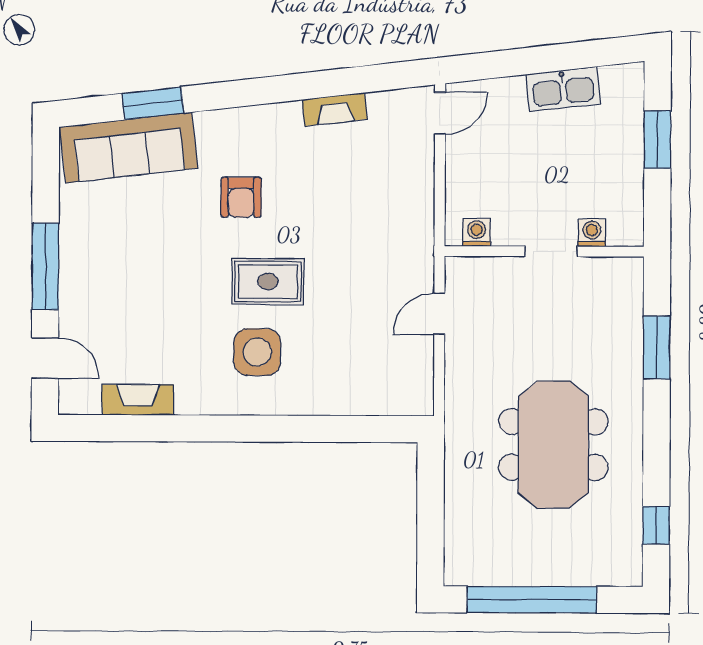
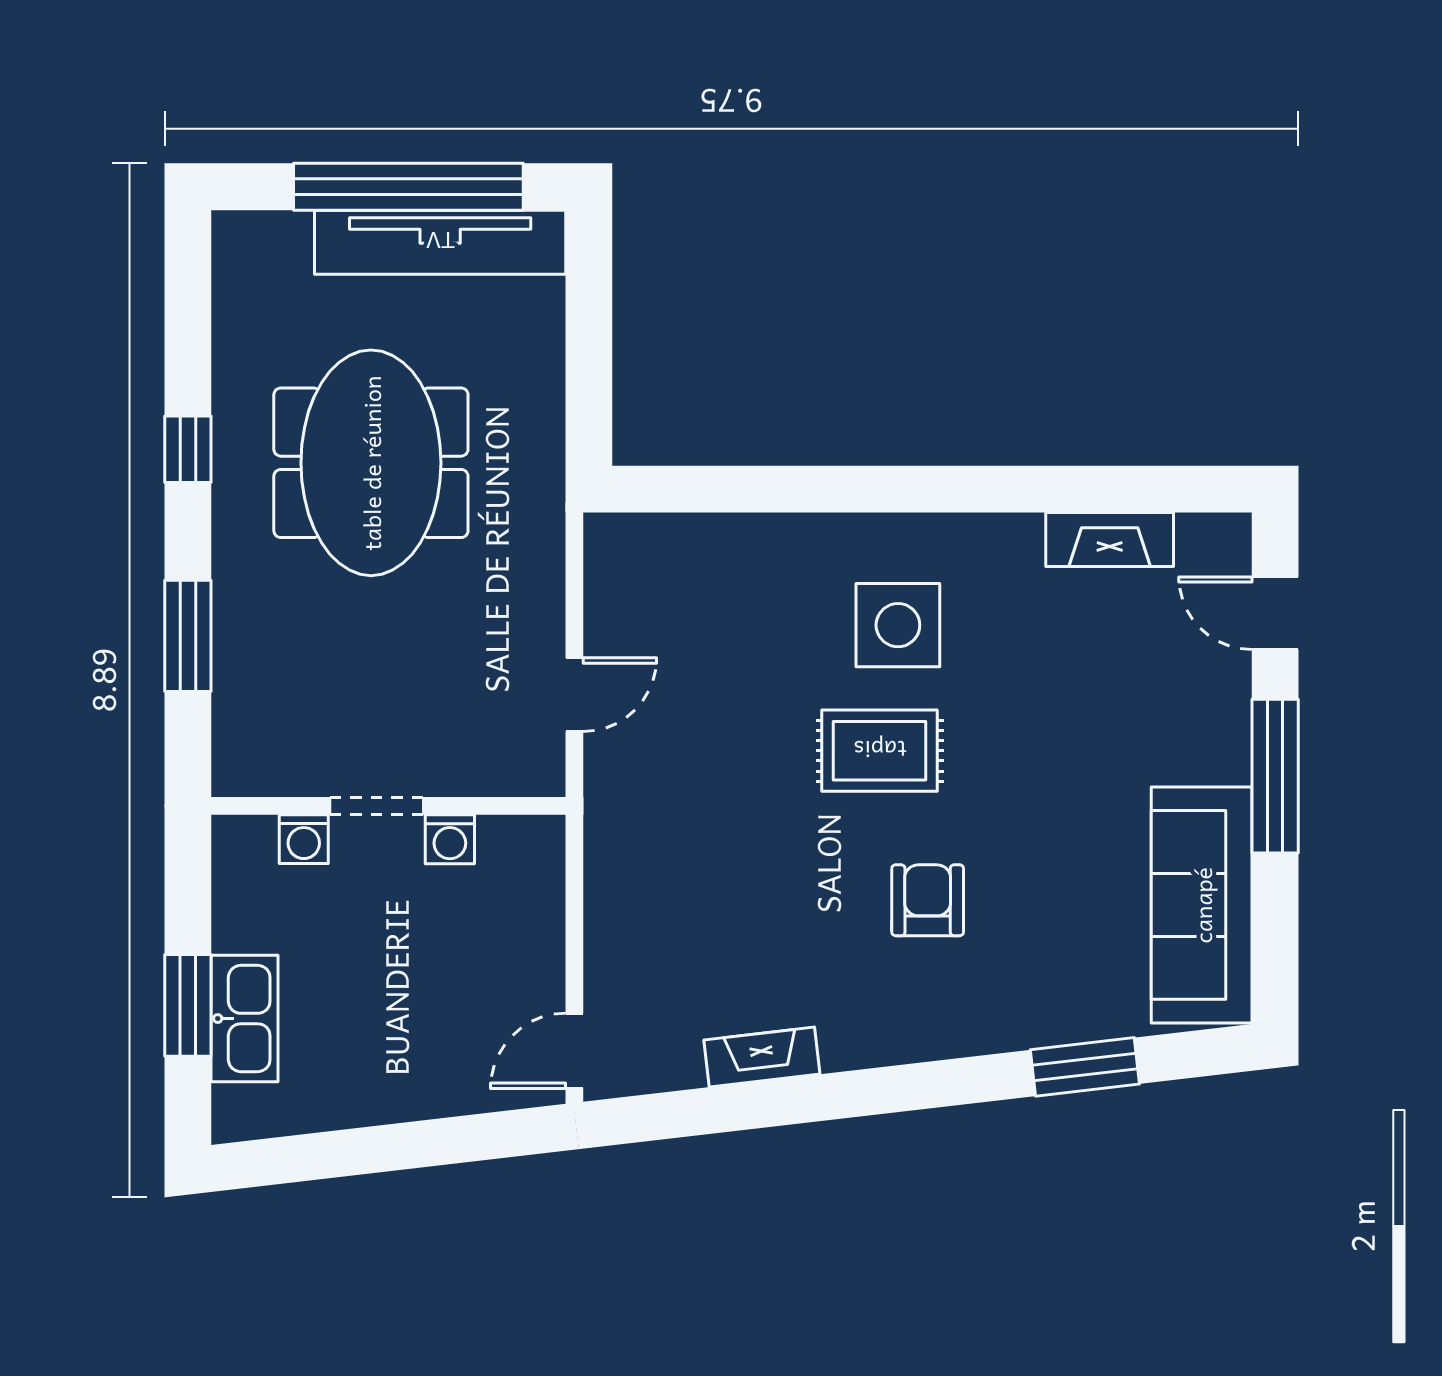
kitchen sink: (563, 89) -> (244, 1019), moved, turned 97
sofa: (129, 148) -> (1202, 905), moved, turned -83
washing machine: (477, 232) -> (450, 839), moved
window: (656, 525) -> (188, 449), moved
tv unit: (514, 568) -> (440, 242), added

